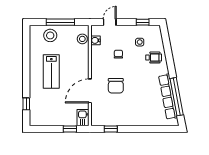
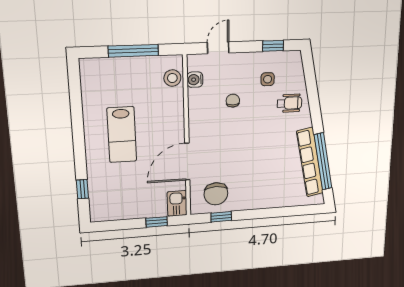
stool: (50, 35) -> (117, 74), removed
chair: (116, 86) -> (216, 194), moved

